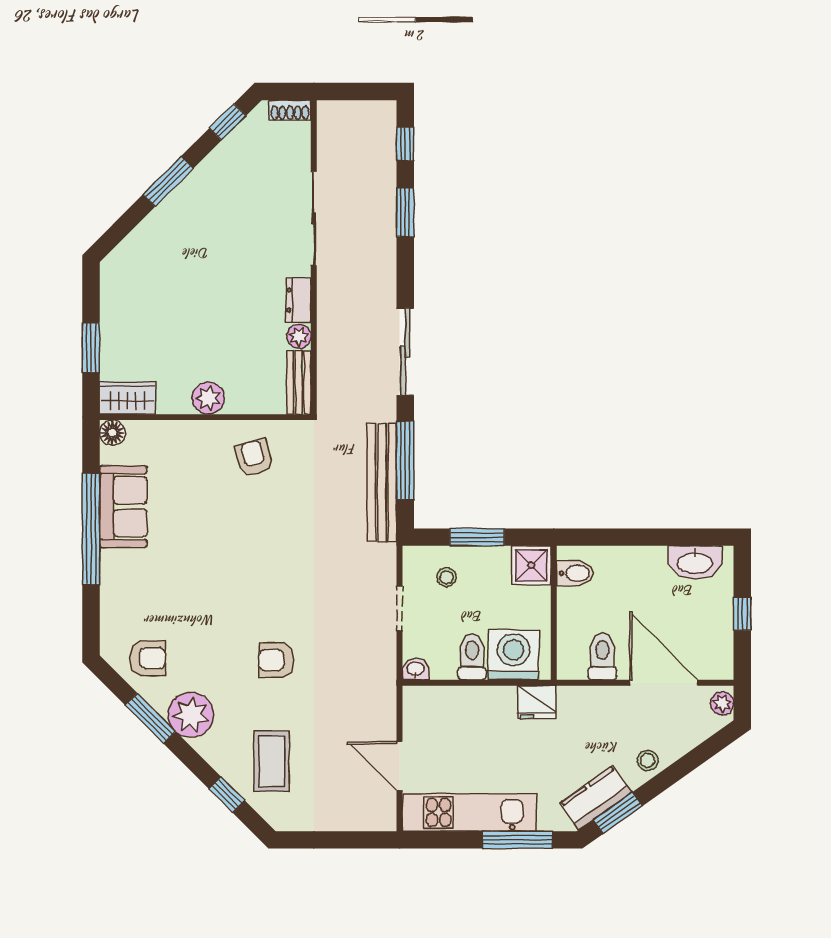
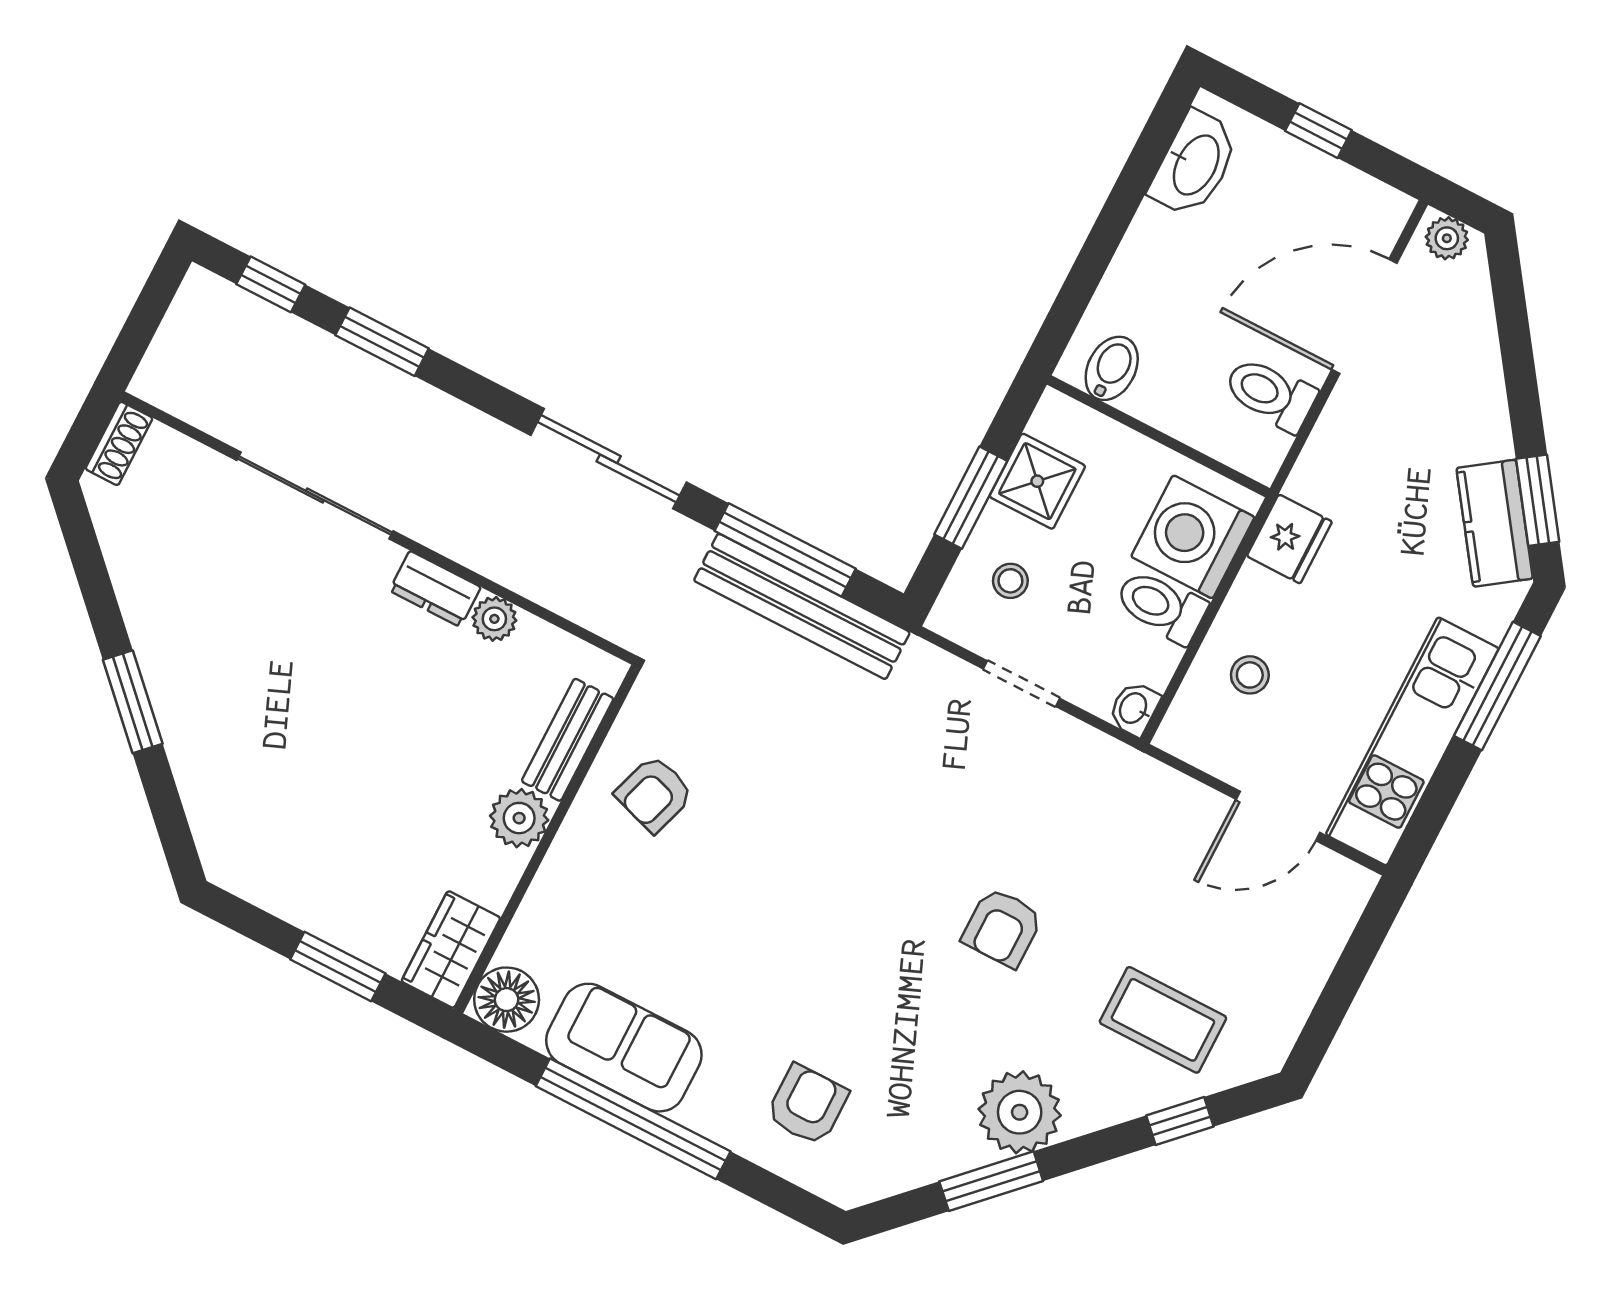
window: (228, 122) -> (86, 555), removed
bench: (299, 382) -> (568, 740), moved, turned 90
floor lamp: (112, 433) -> (507, 1000), width x1.38, depth x1.38
armchair: (254, 458) -> (654, 794), turned -57
shower: (531, 565) -> (1037, 481), moved
armchair: (148, 658) -> (807, 1105), moved
stool: (648, 760) -> (1250, 675), moved

